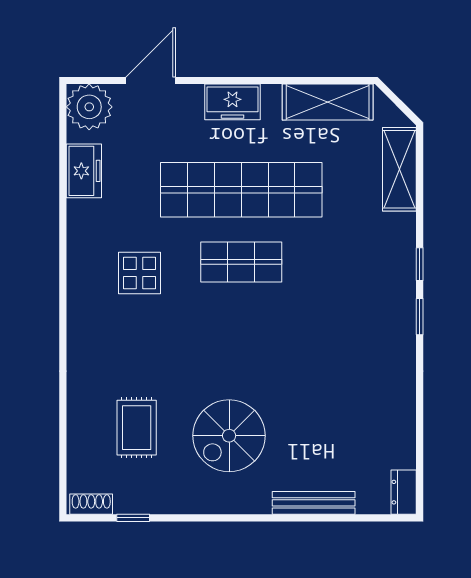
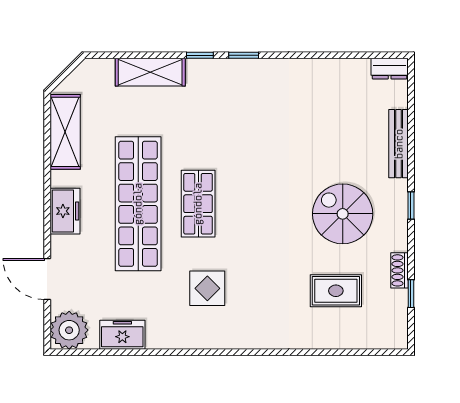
shelving: (399, 169) -> (150, 72), moved
spiral stairs: (229, 436) -> (343, 214), turned 180
shoe rack: (91, 504) -> (400, 270), moved
window: (239, 518) -> (411, 206), added

